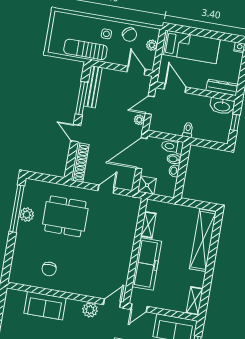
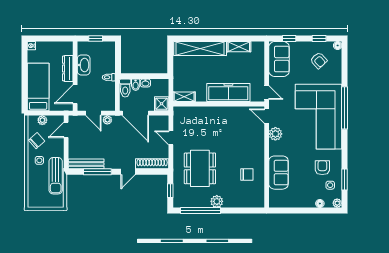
dresser: (222, 87) -> (68, 68), moved
washbasin: (222, 106) -> (84, 65), moved
window: (46, 178) -> (170, 191), added
plant: (27, 215) -> (217, 201), moved
shelving: (148, 225) -> (184, 97), moved
shelving: (195, 301) -> (239, 47), moved

